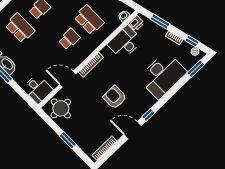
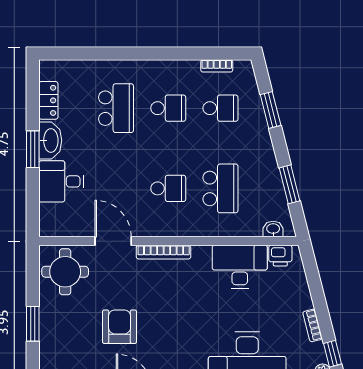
window: (160, 21) -> (315, 284), removed
desk: (38, 89) -> (61, 181), moved, turned 90
armchair: (115, 97) -> (120, 327), moved

